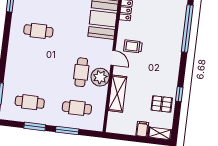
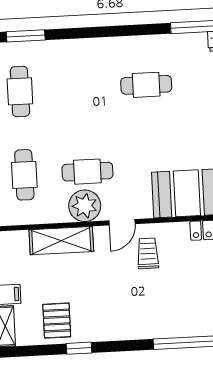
cafe table: (38, 31) -> (146, 85), turned 90

